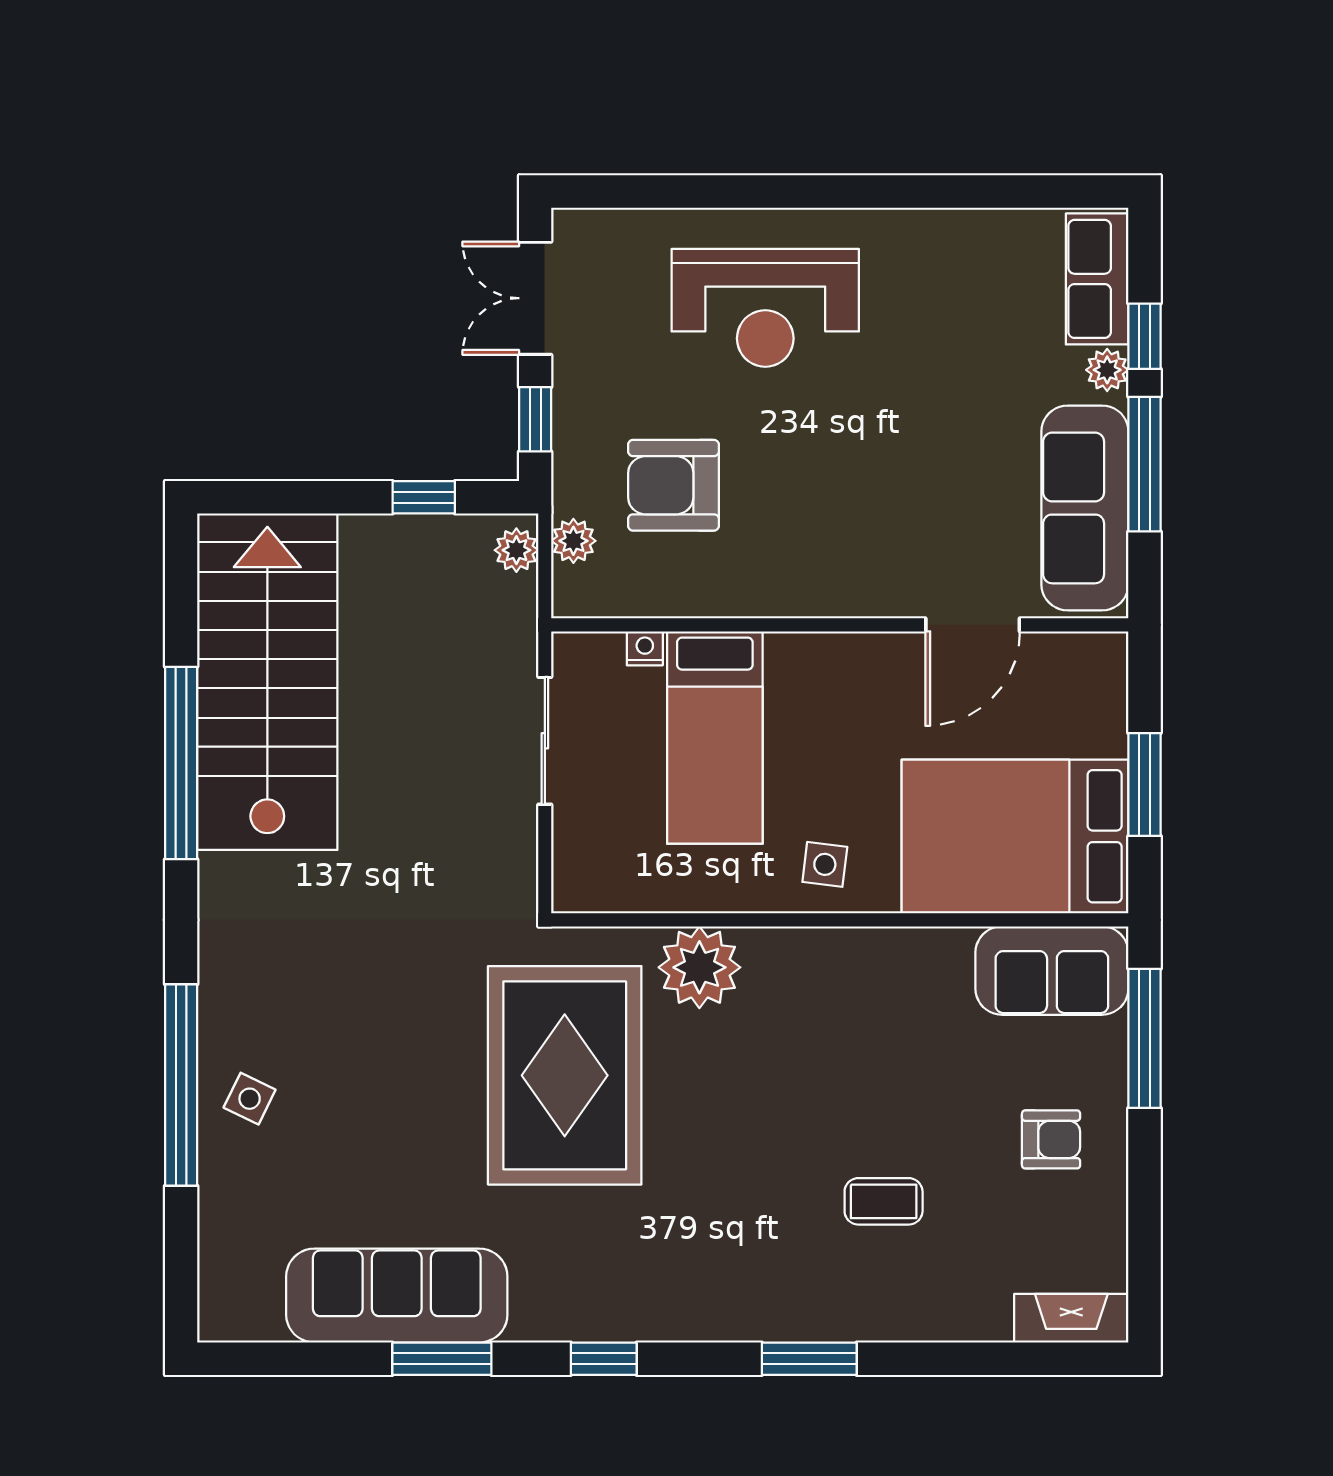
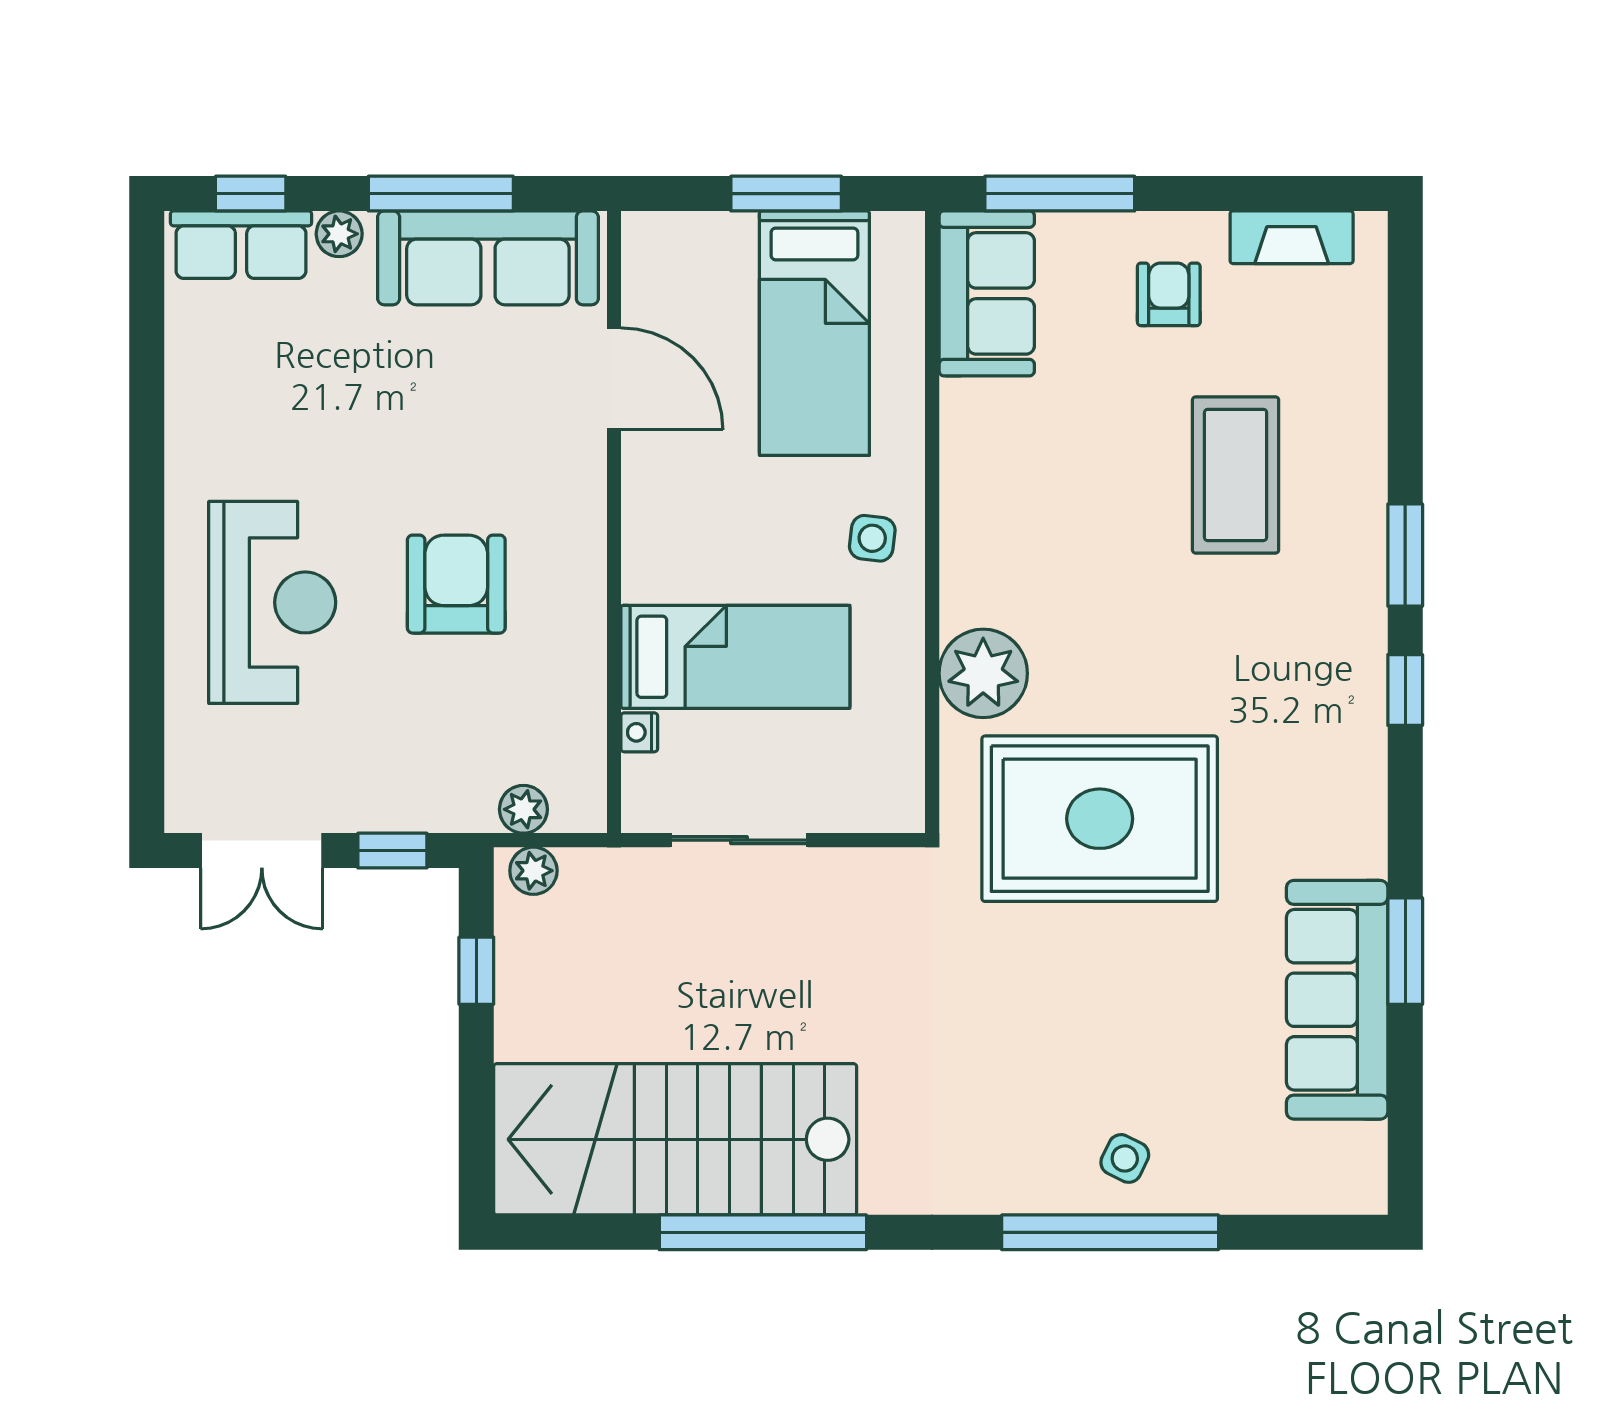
window: (1145, 336) -> (251, 194), moved
armchair: (673, 485) -> (456, 584), moved, turned 180
bed: (1015, 836) -> (814, 333), width x0.67
coffee table: (884, 1201) -> (1236, 475), width x1.86, depth x1.72
fireplace: (1071, 1318) -> (1292, 237), moved, turned -90
window: (604, 1359) -> (1405, 690), moved

